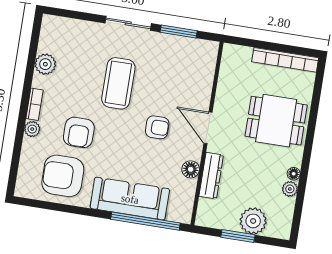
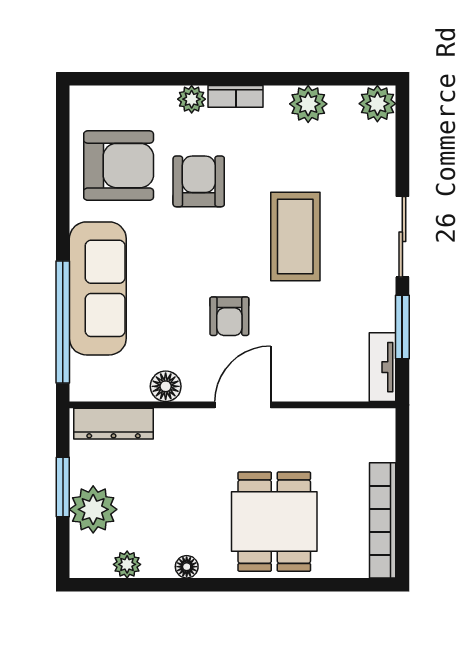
plant: (51, 25) -> (377, 104), added
tv unit: (199, 46) -> (383, 367), added
coffee table: (118, 83) -> (295, 236), turned 90
armchair: (79, 132) -> (199, 181), turned 90
armchair: (63, 176) -> (119, 166), turned 90
dresser: (211, 176) -> (114, 424), moved
plant: (290, 189) -> (127, 564), moved

